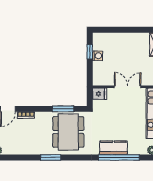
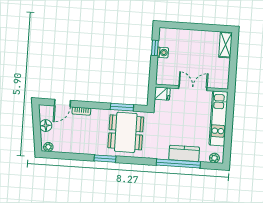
kitchen counter: (113, 148) -> (184, 153), moved

